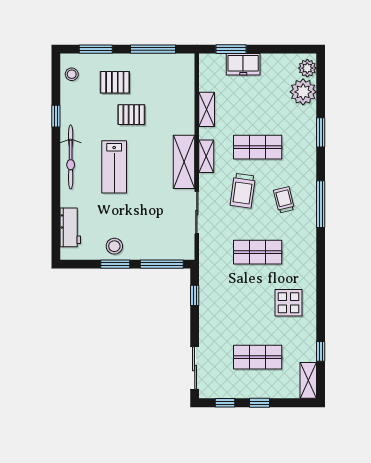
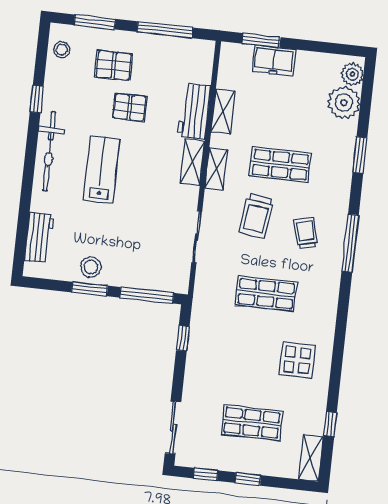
workbench: (184, 112) -> (194, 111), added
shelving: (184, 162) -> (192, 162), width x0.67, depth x0.75
lab bench: (114, 167) -> (101, 169), turned 180

